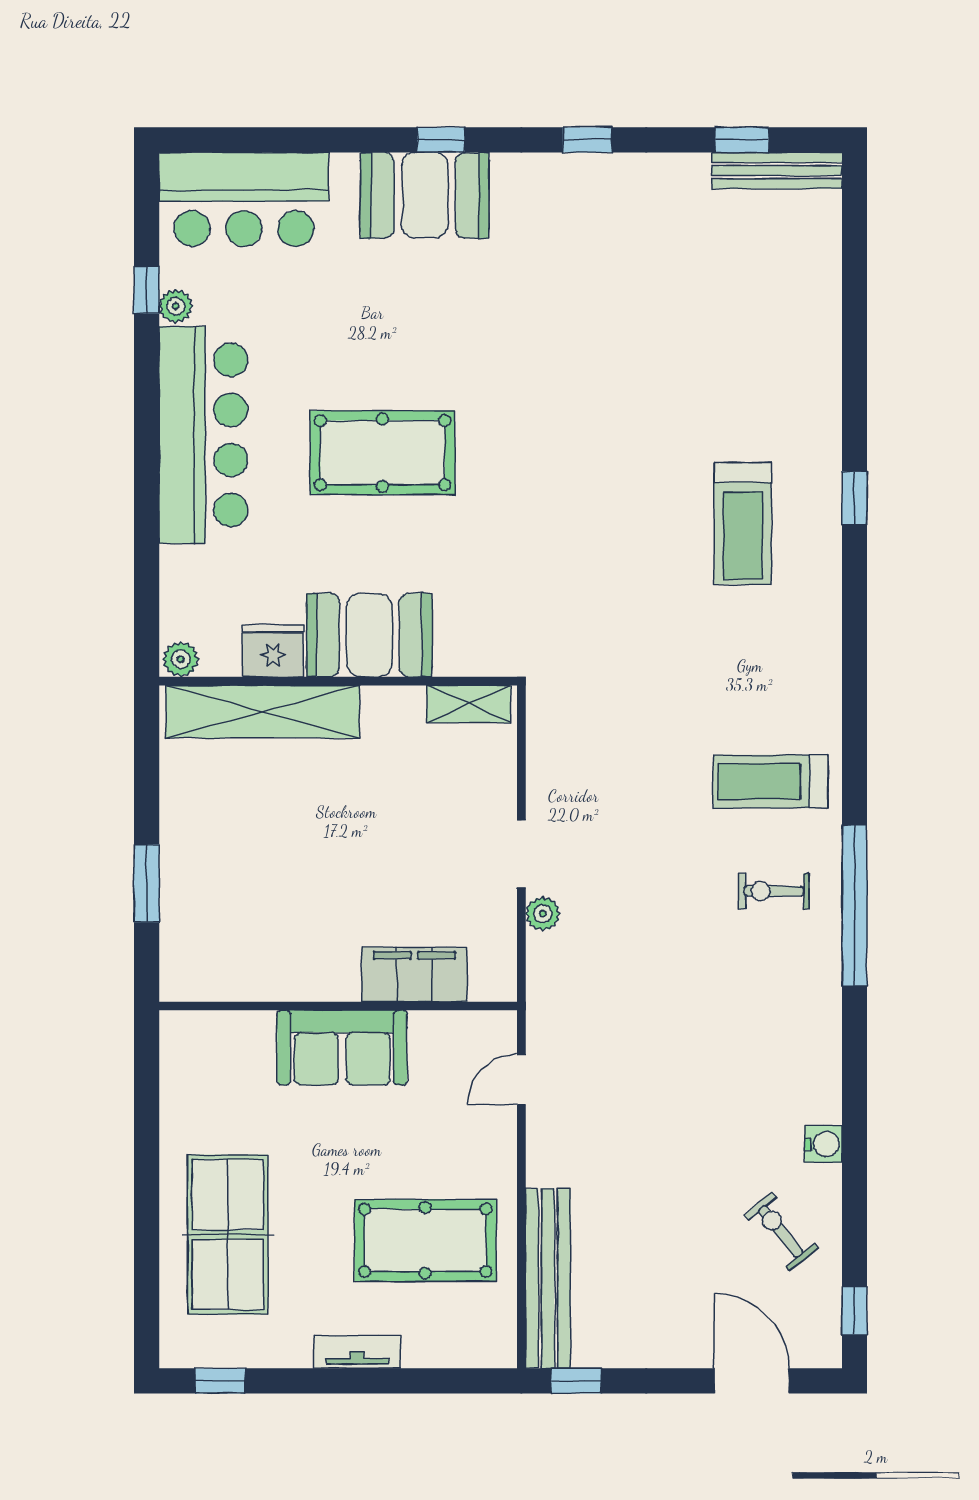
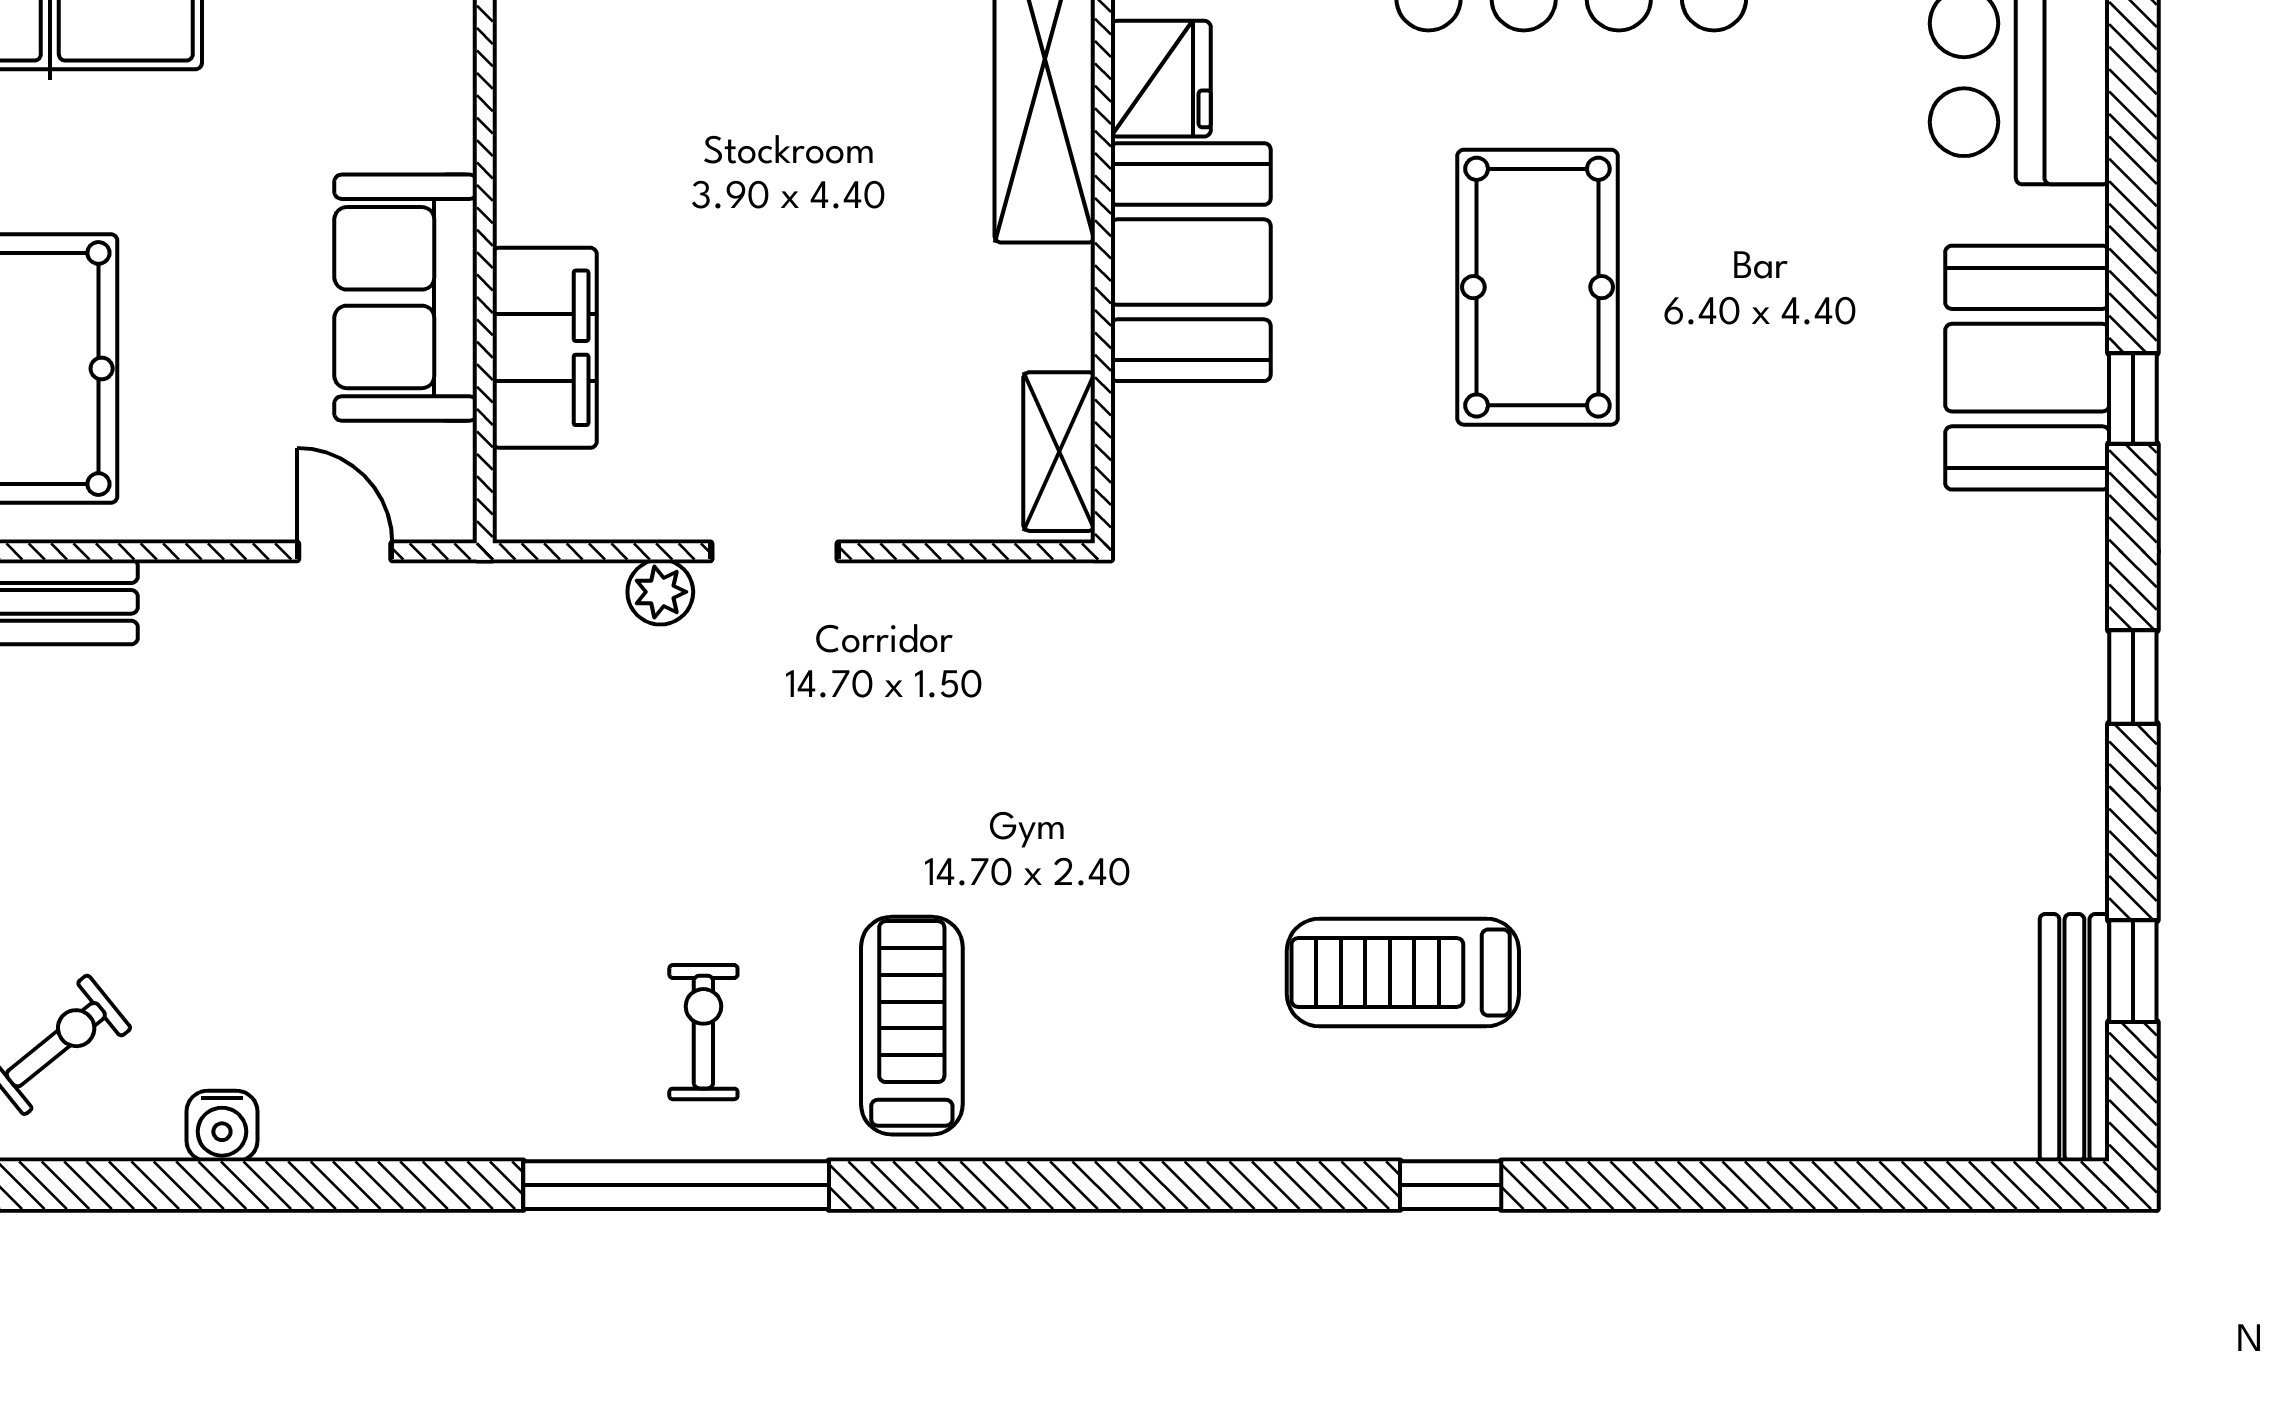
sofa: (342, 1048) -> (406, 298), moved

